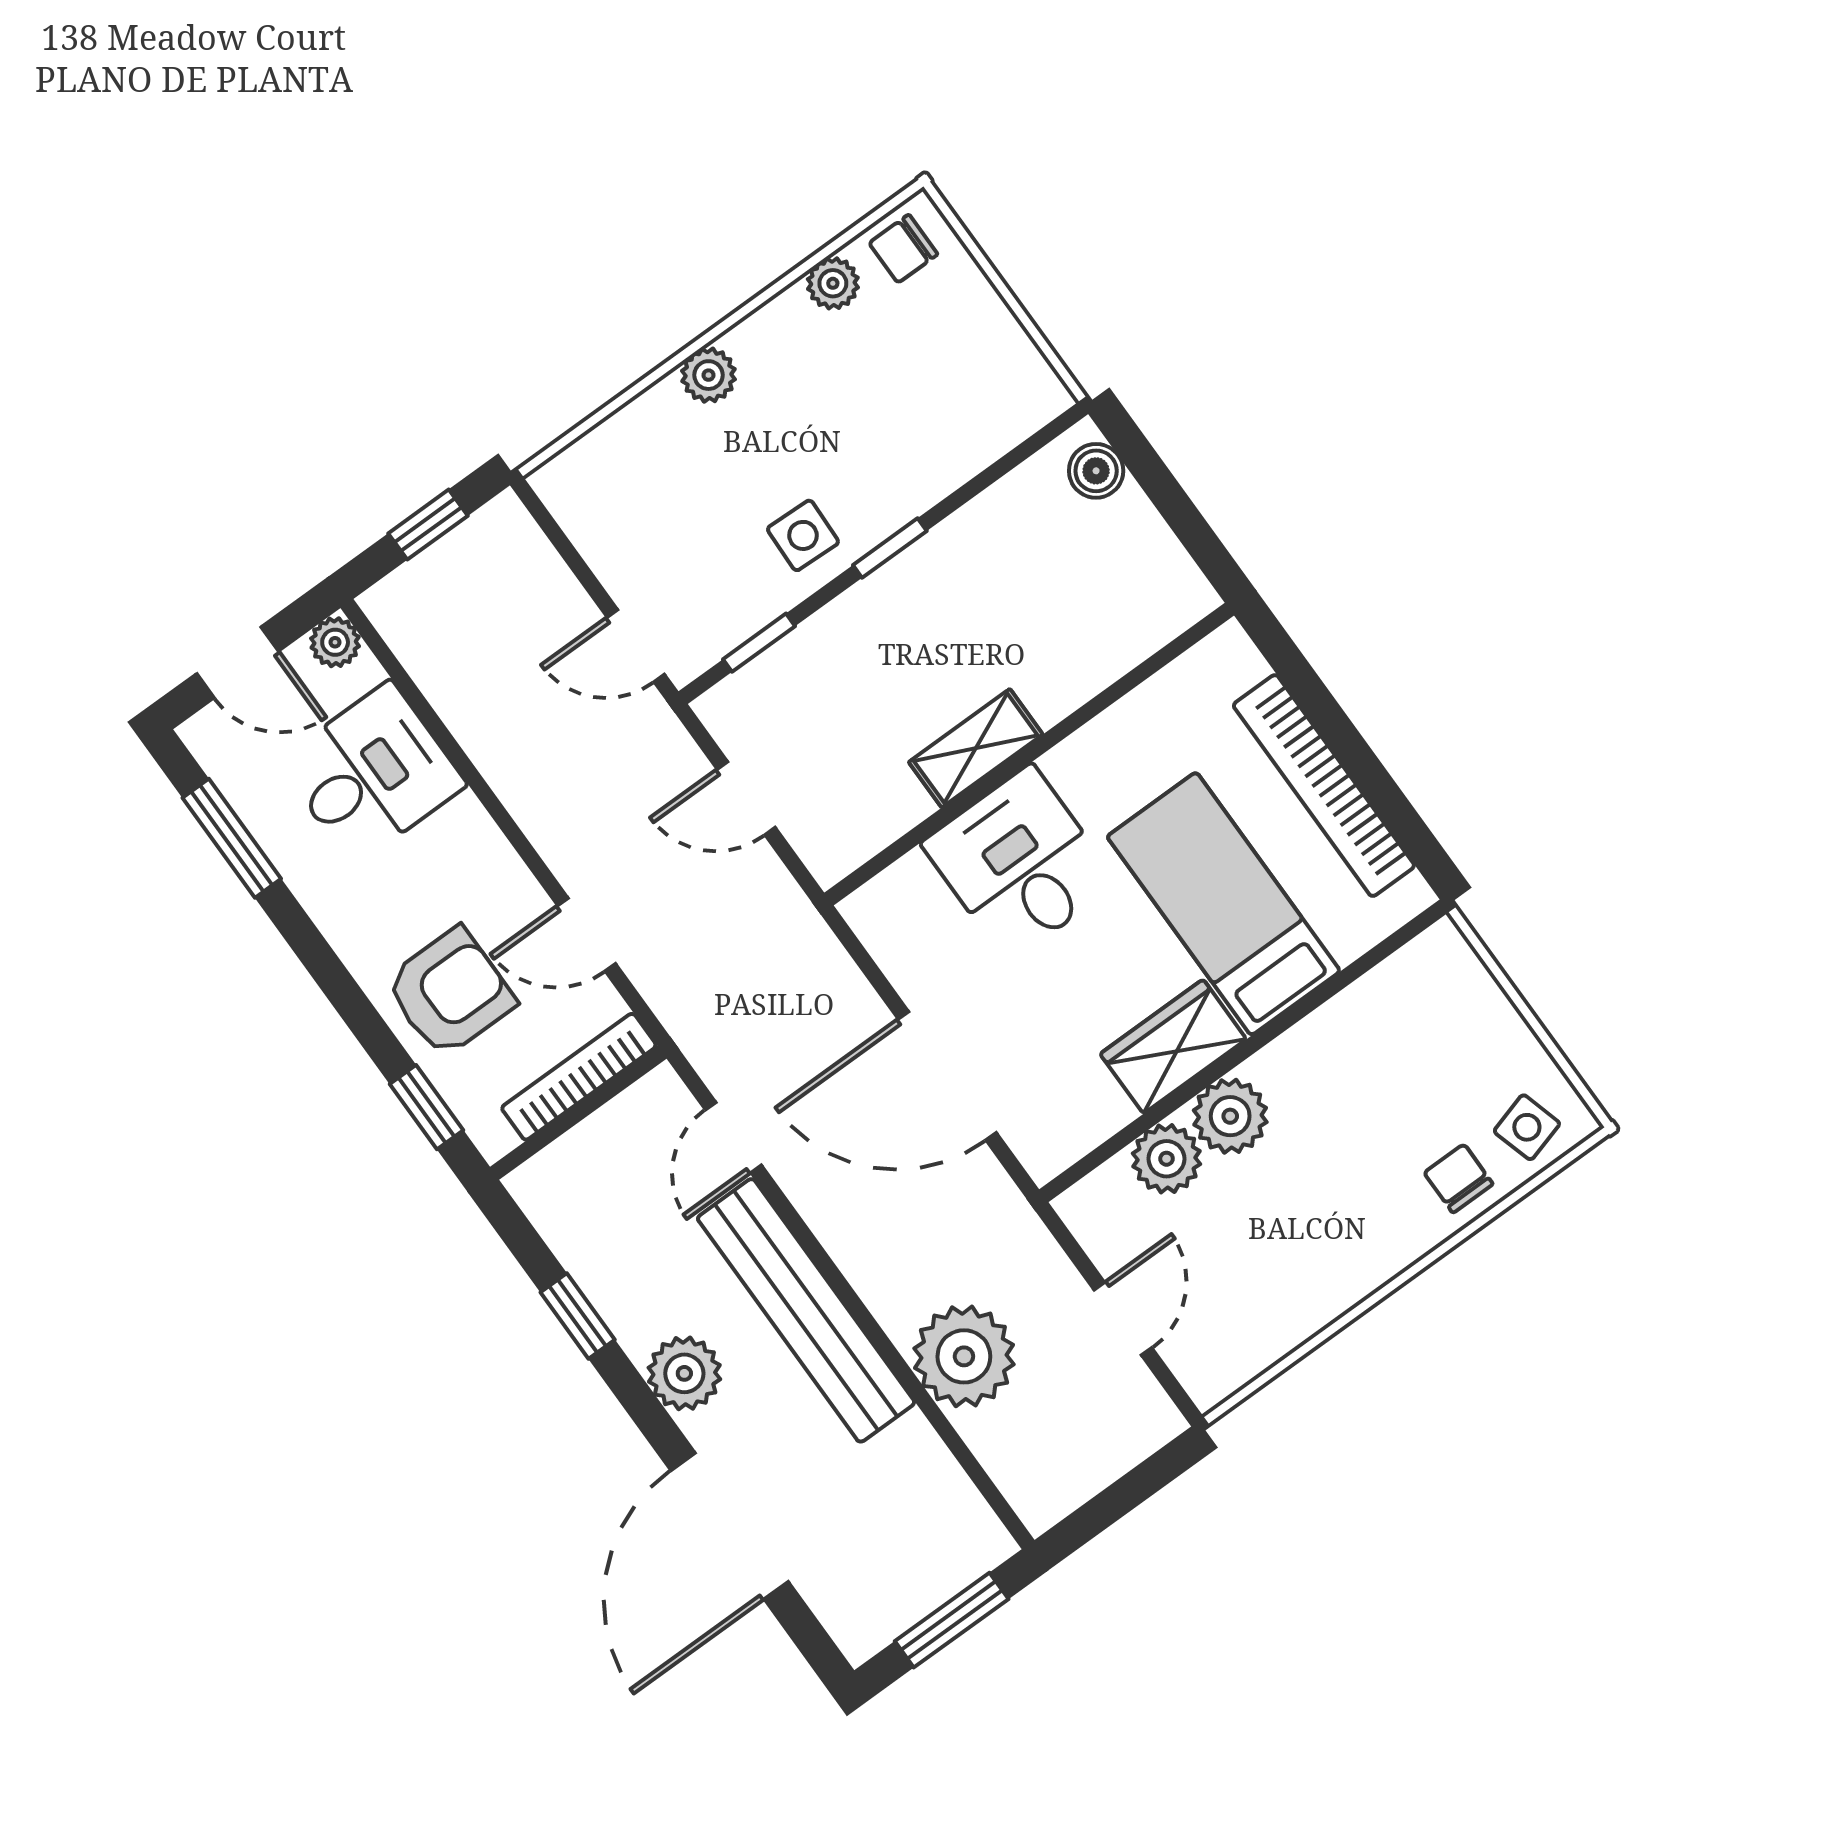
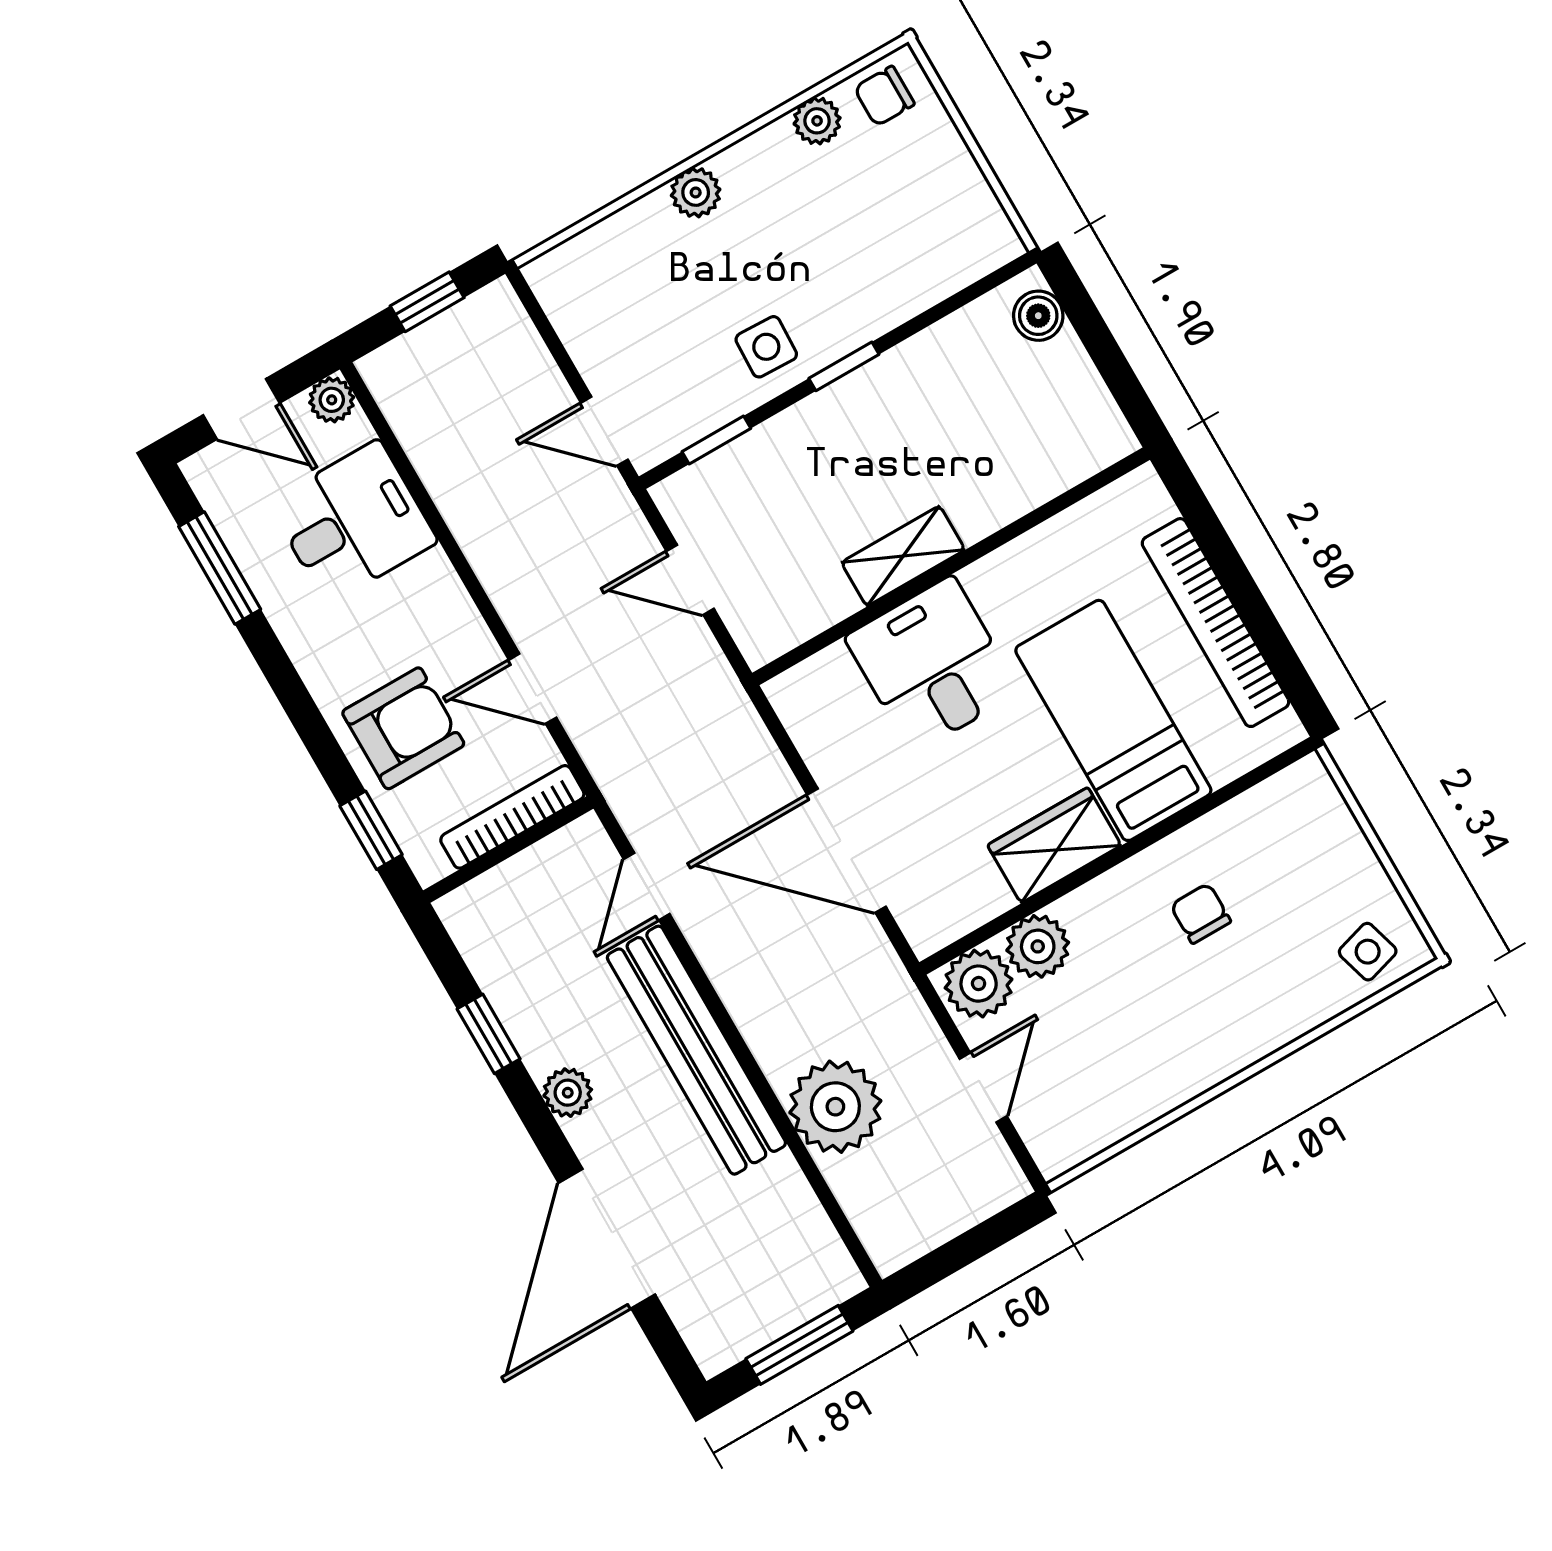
plant: (1230, 1116) -> (979, 984), moved
chair: (1458, 1178) -> (1201, 913), moved
plant: (684, 1373) -> (568, 1093), width x0.73, depth x0.73

